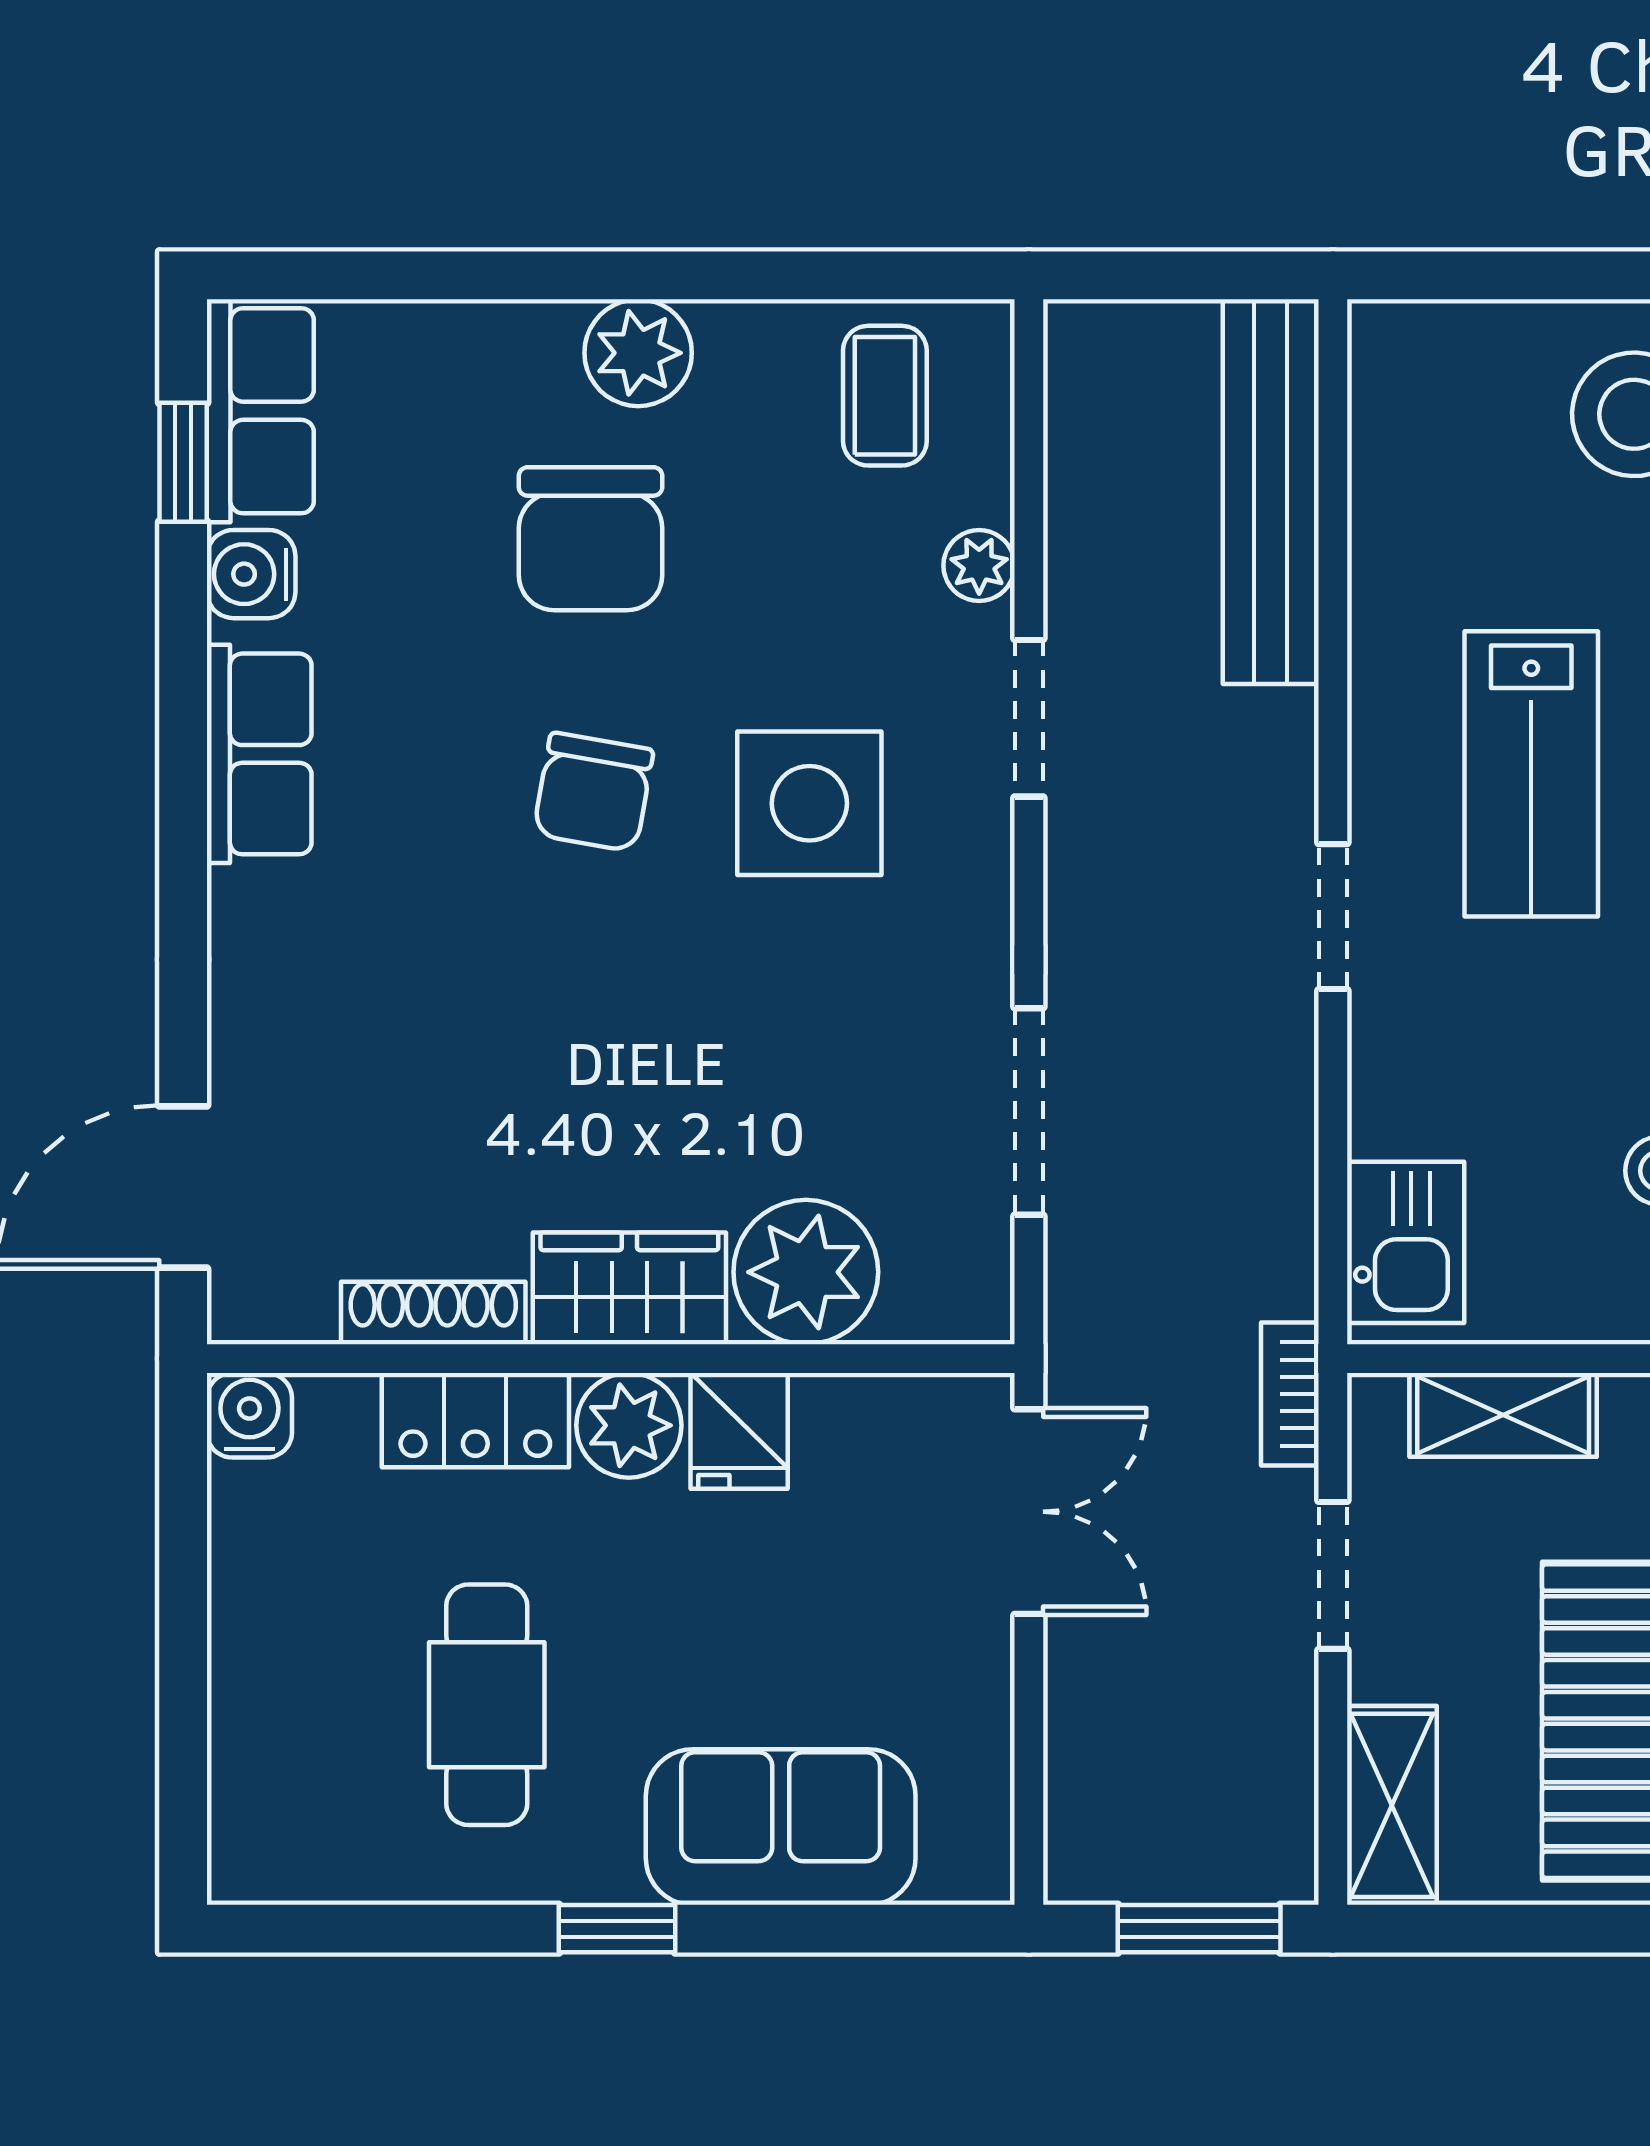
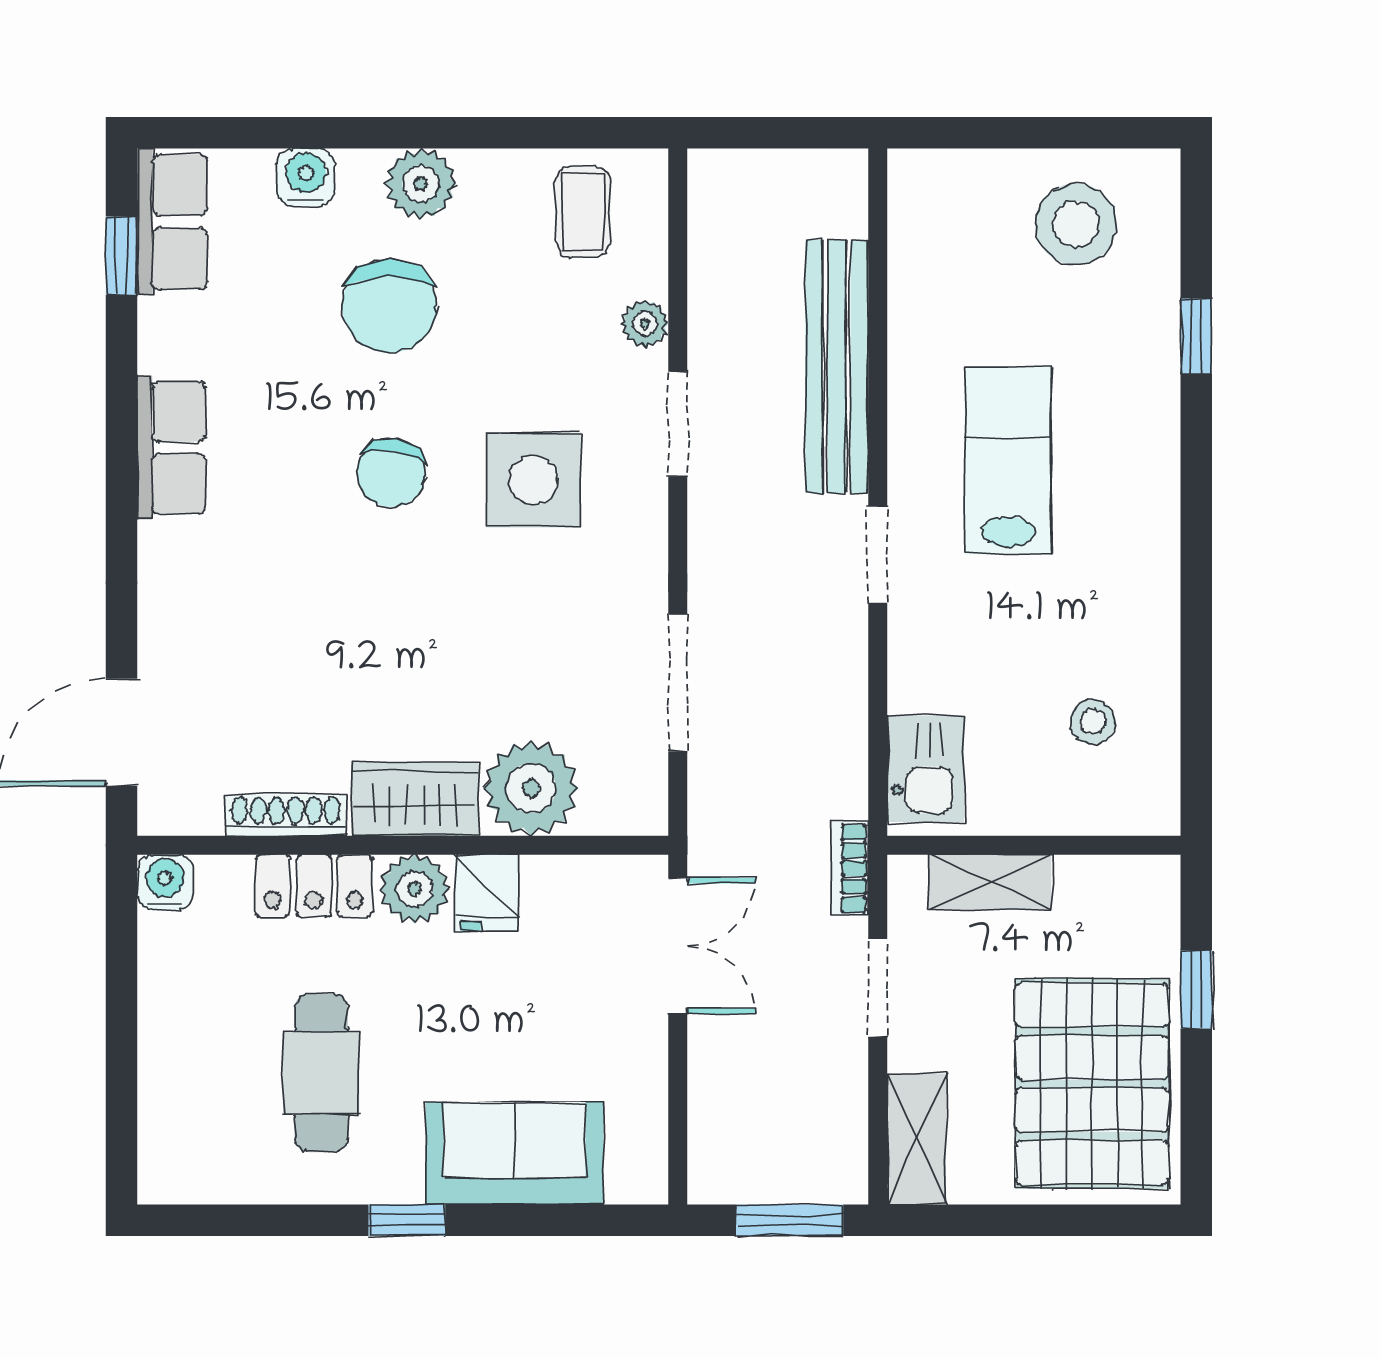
bench: (1271, 492) -> (837, 367), moved
water cooler: (251, 574) -> (306, 177), moved, turned 90
lab bench: (1531, 774) -> (1008, 461), turned 180

